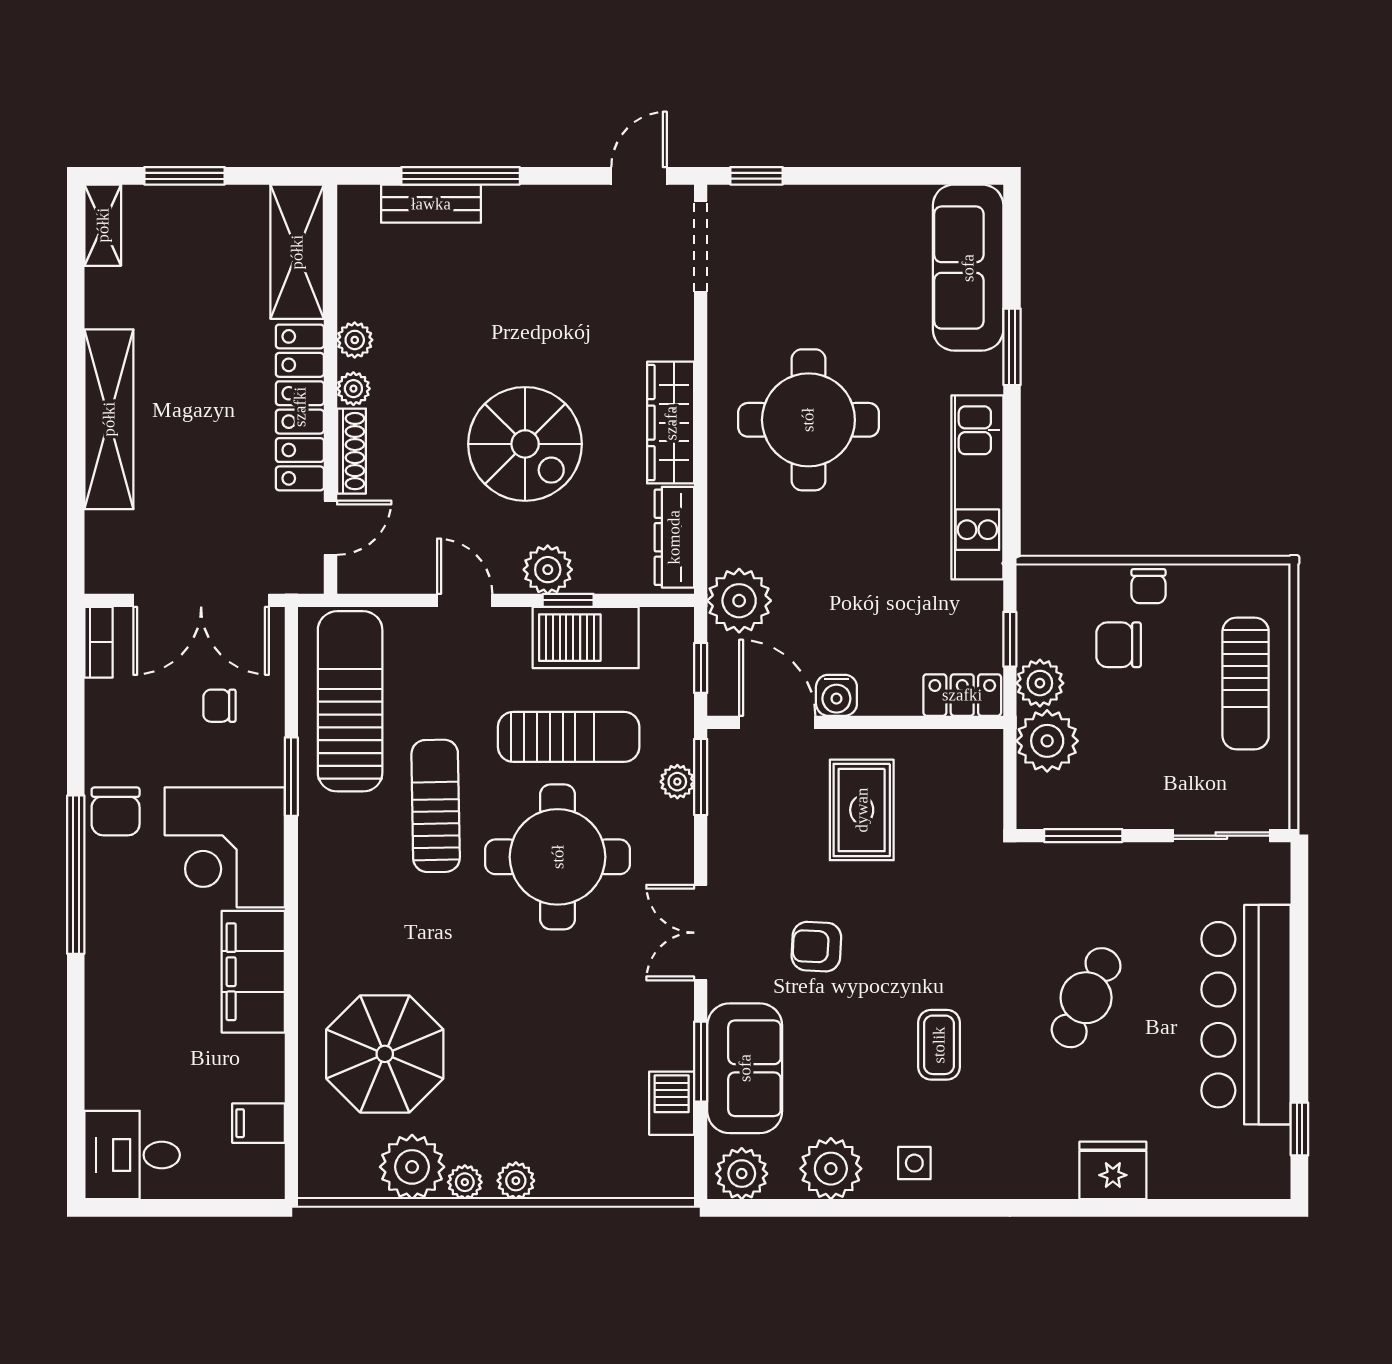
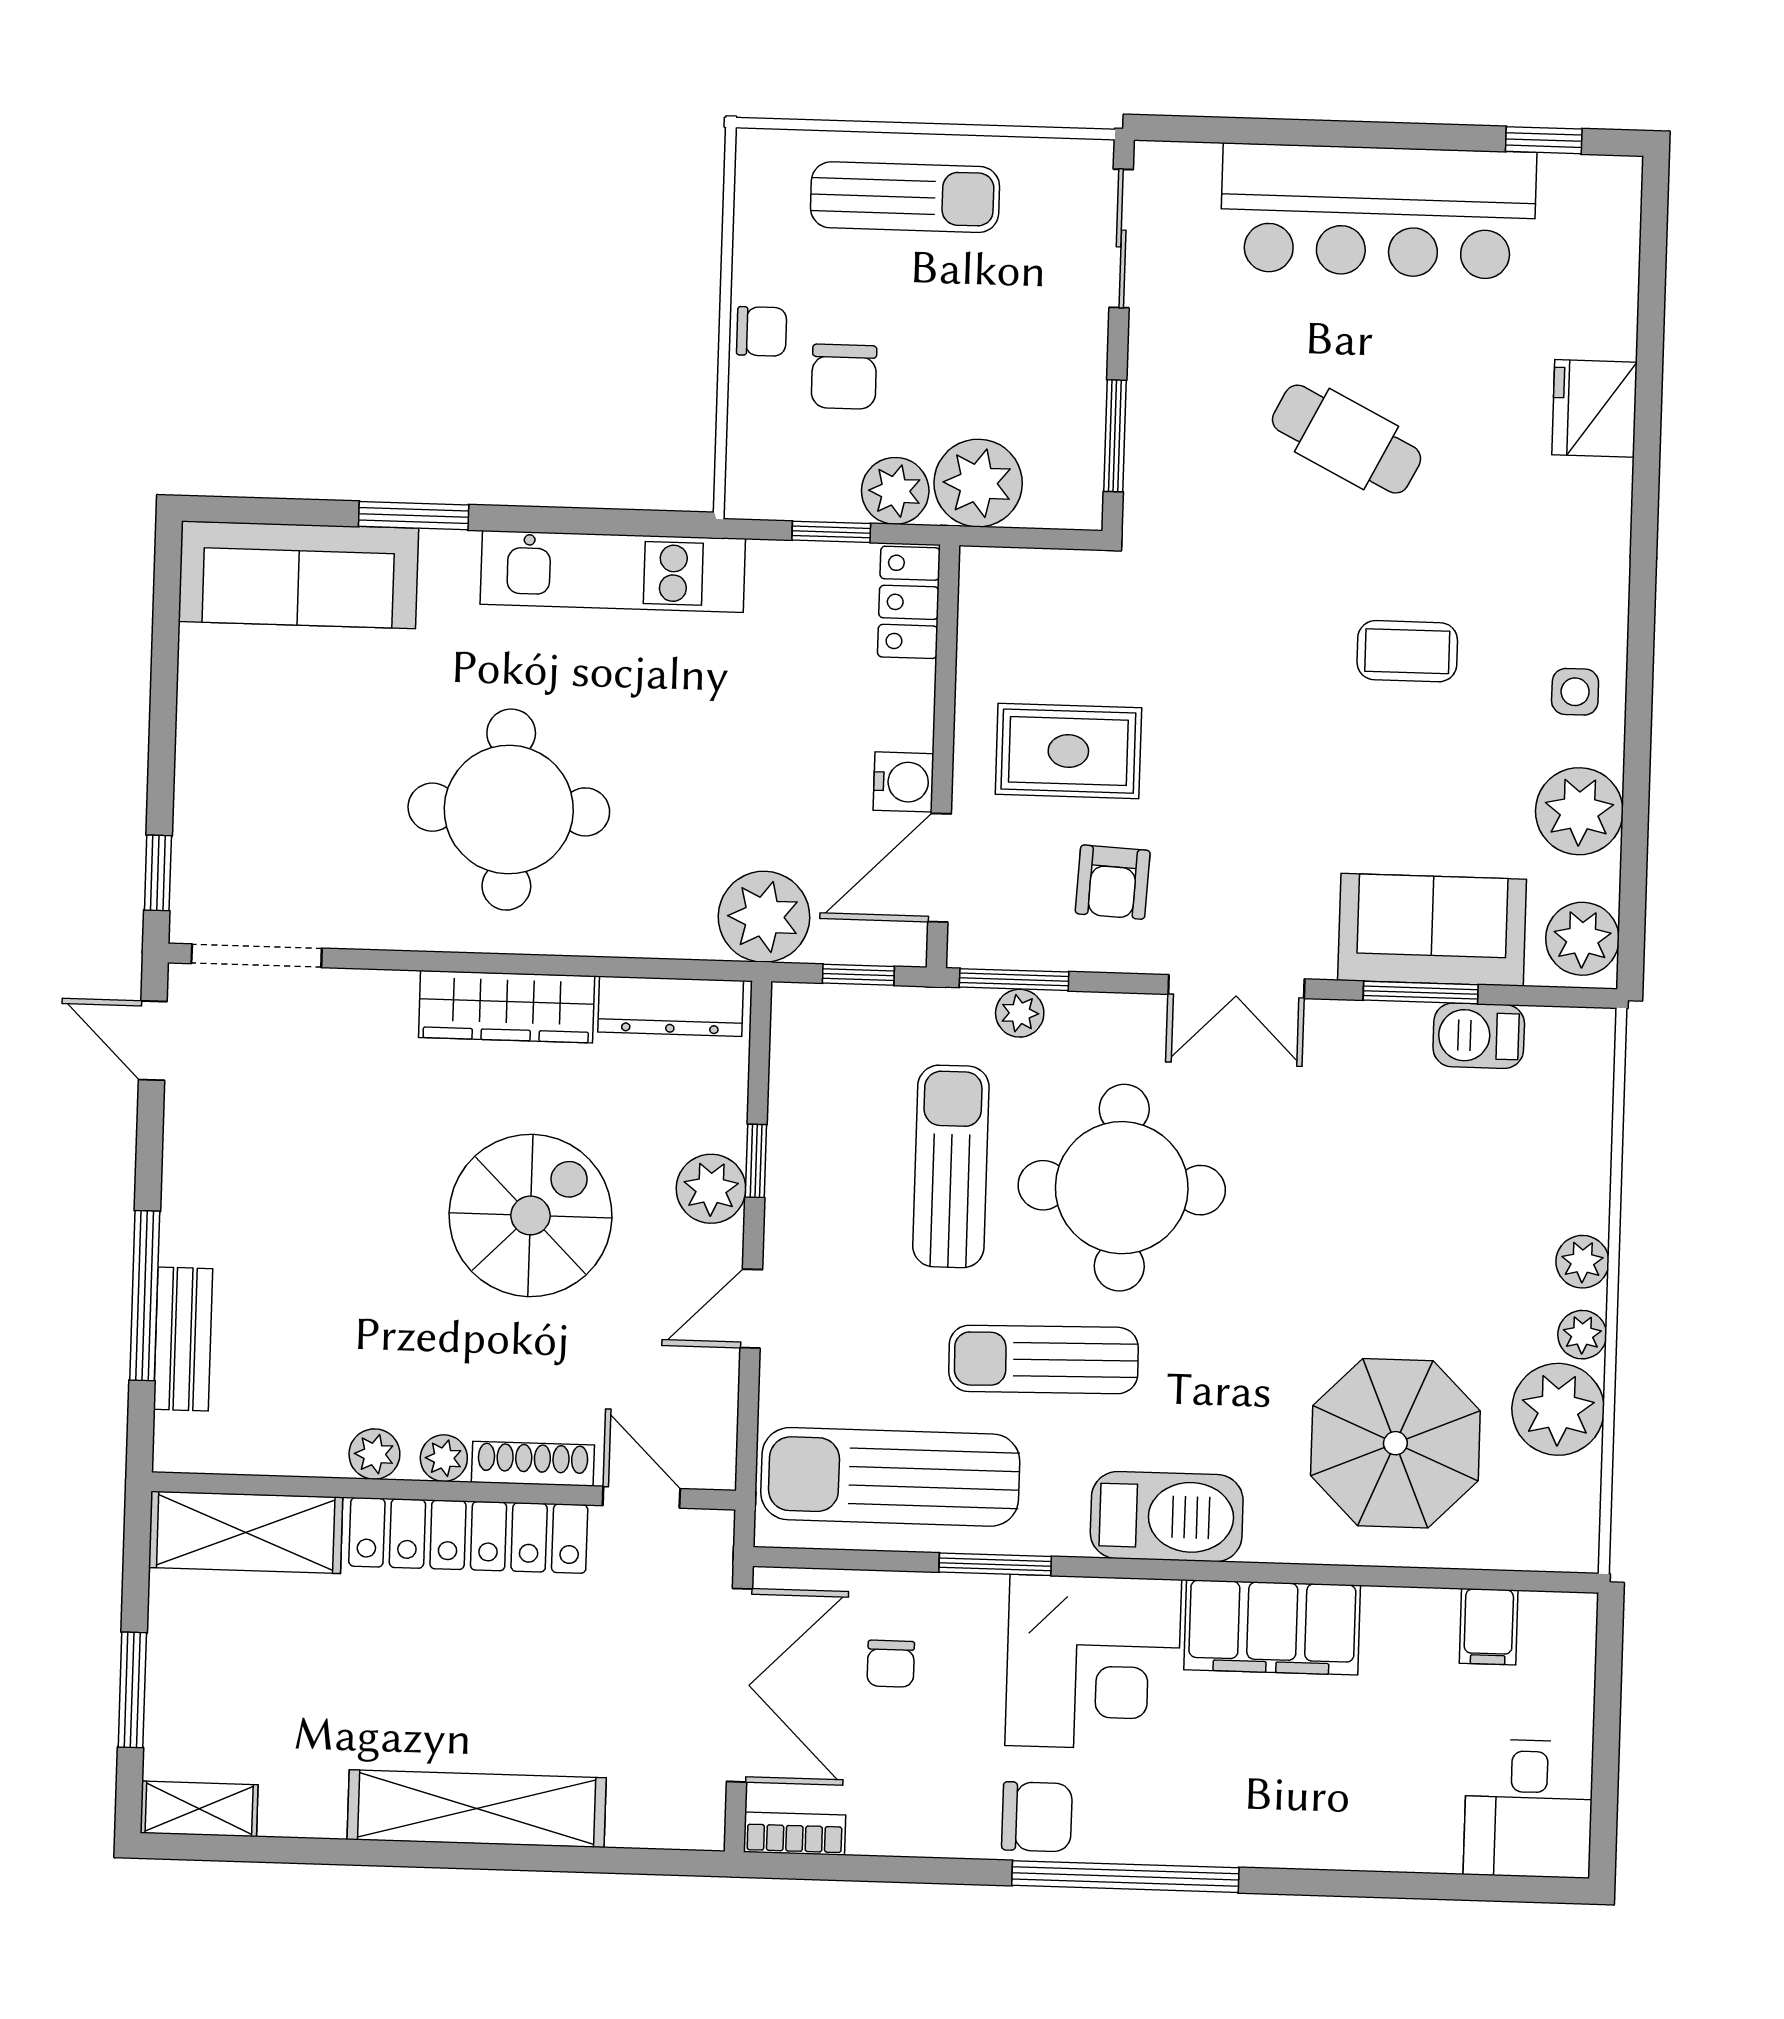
barbecue: (586, 638) -> (1167, 1517), moved, turned -90
armchair: (816, 947) -> (1113, 882), moved

